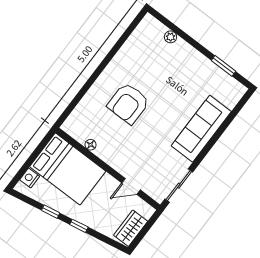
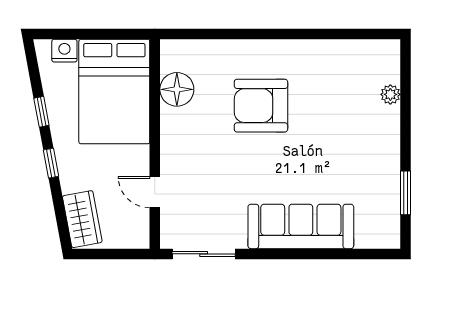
floor lamp: (90, 145) -> (177, 89), width x1.89, depth x1.89
wardrobe: (131, 228) -> (82, 219), moved, turned 79

